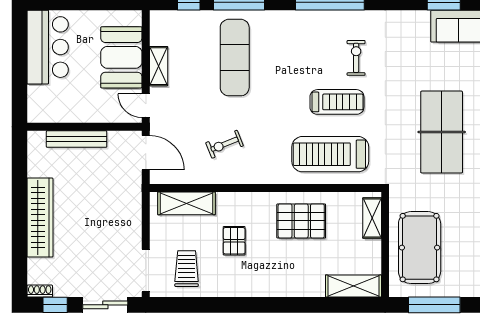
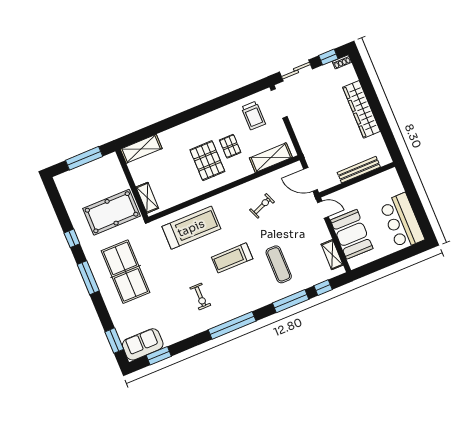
exercise mat: (235, 58) -> (279, 264), width x0.73, depth x0.69
shelving: (159, 66) -> (332, 255), moved
treadmill: (337, 102) -> (232, 258), moved
pallet: (301, 221) -> (207, 161), moved, turned 90
pool table: (420, 248) -> (112, 212), moved, turned 90

